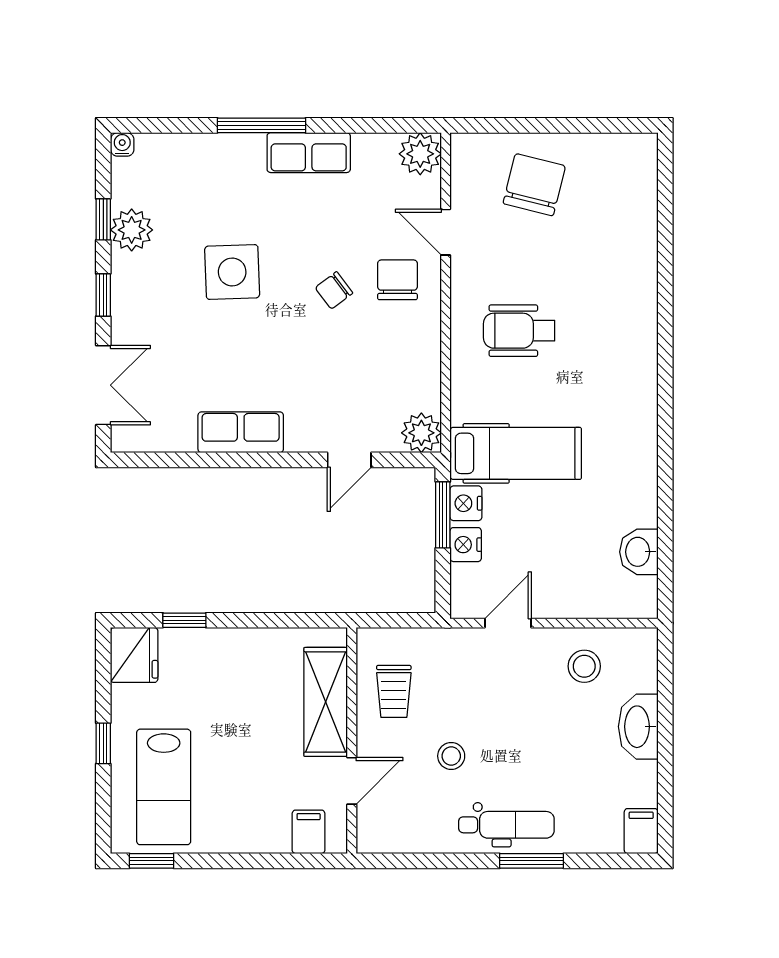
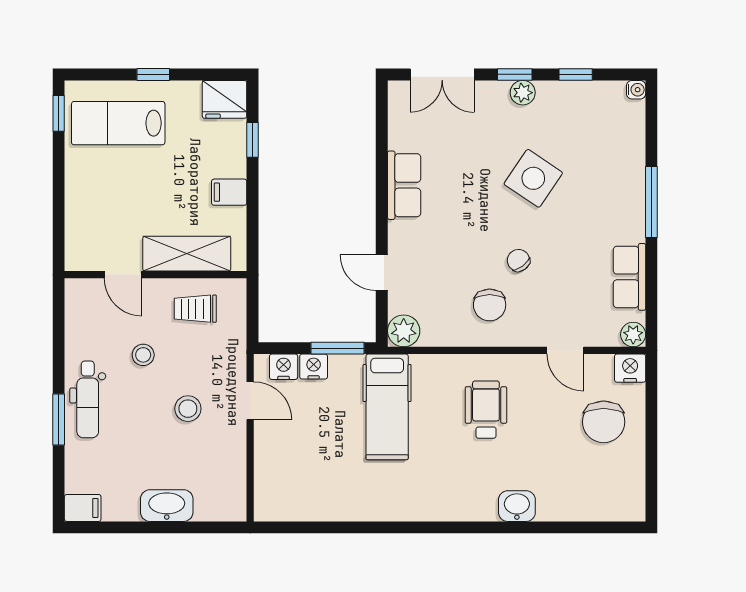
nightstand: (468, 152) -> (630, 368), added
row of seats: (309, 153) -> (629, 277), moved
plant: (420, 154) -> (633, 335), width x0.73, depth x0.73
chair: (534, 185) -> (604, 422), turned 76
plant: (132, 230) -> (523, 93), moved, width x0.73, depth x0.73
door: (446, 232) -> (565, 350), swing flipped
side table: (232, 272) -> (533, 178), turned 36
chair: (397, 280) -> (490, 305), moved, turned 90
nightstand: (466, 503) -> (284, 367), moved
washbasin: (639, 552) -> (517, 506), moved
stool: (584, 666) -> (188, 409), moved
filing cabinet: (309, 832) -> (229, 192), moved, turned 180

